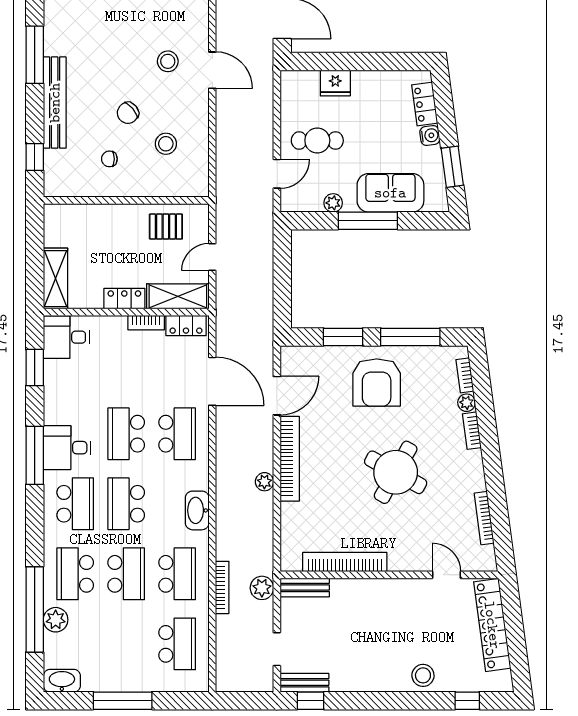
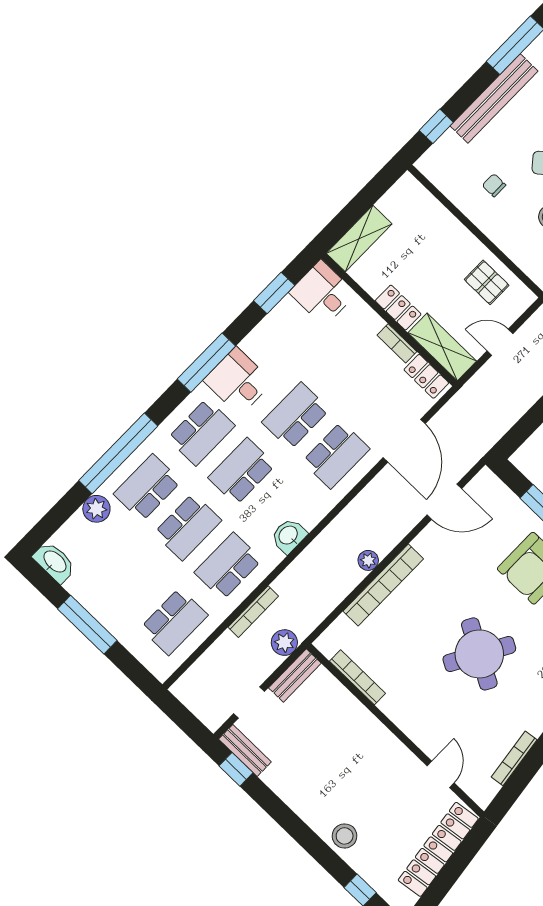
bookcase: (290, 459) -> (383, 585), moved
washbasin: (197, 510) -> (289, 536), width x0.72
bookcase: (345, 562) -> (357, 677), width x0.68, depth x0.76
school desk: (177, 574) -> (228, 566), turned 180
bench: (305, 587) -> (295, 675), moved, turned 90
window: (35, 609) -> (118, 453), moved

